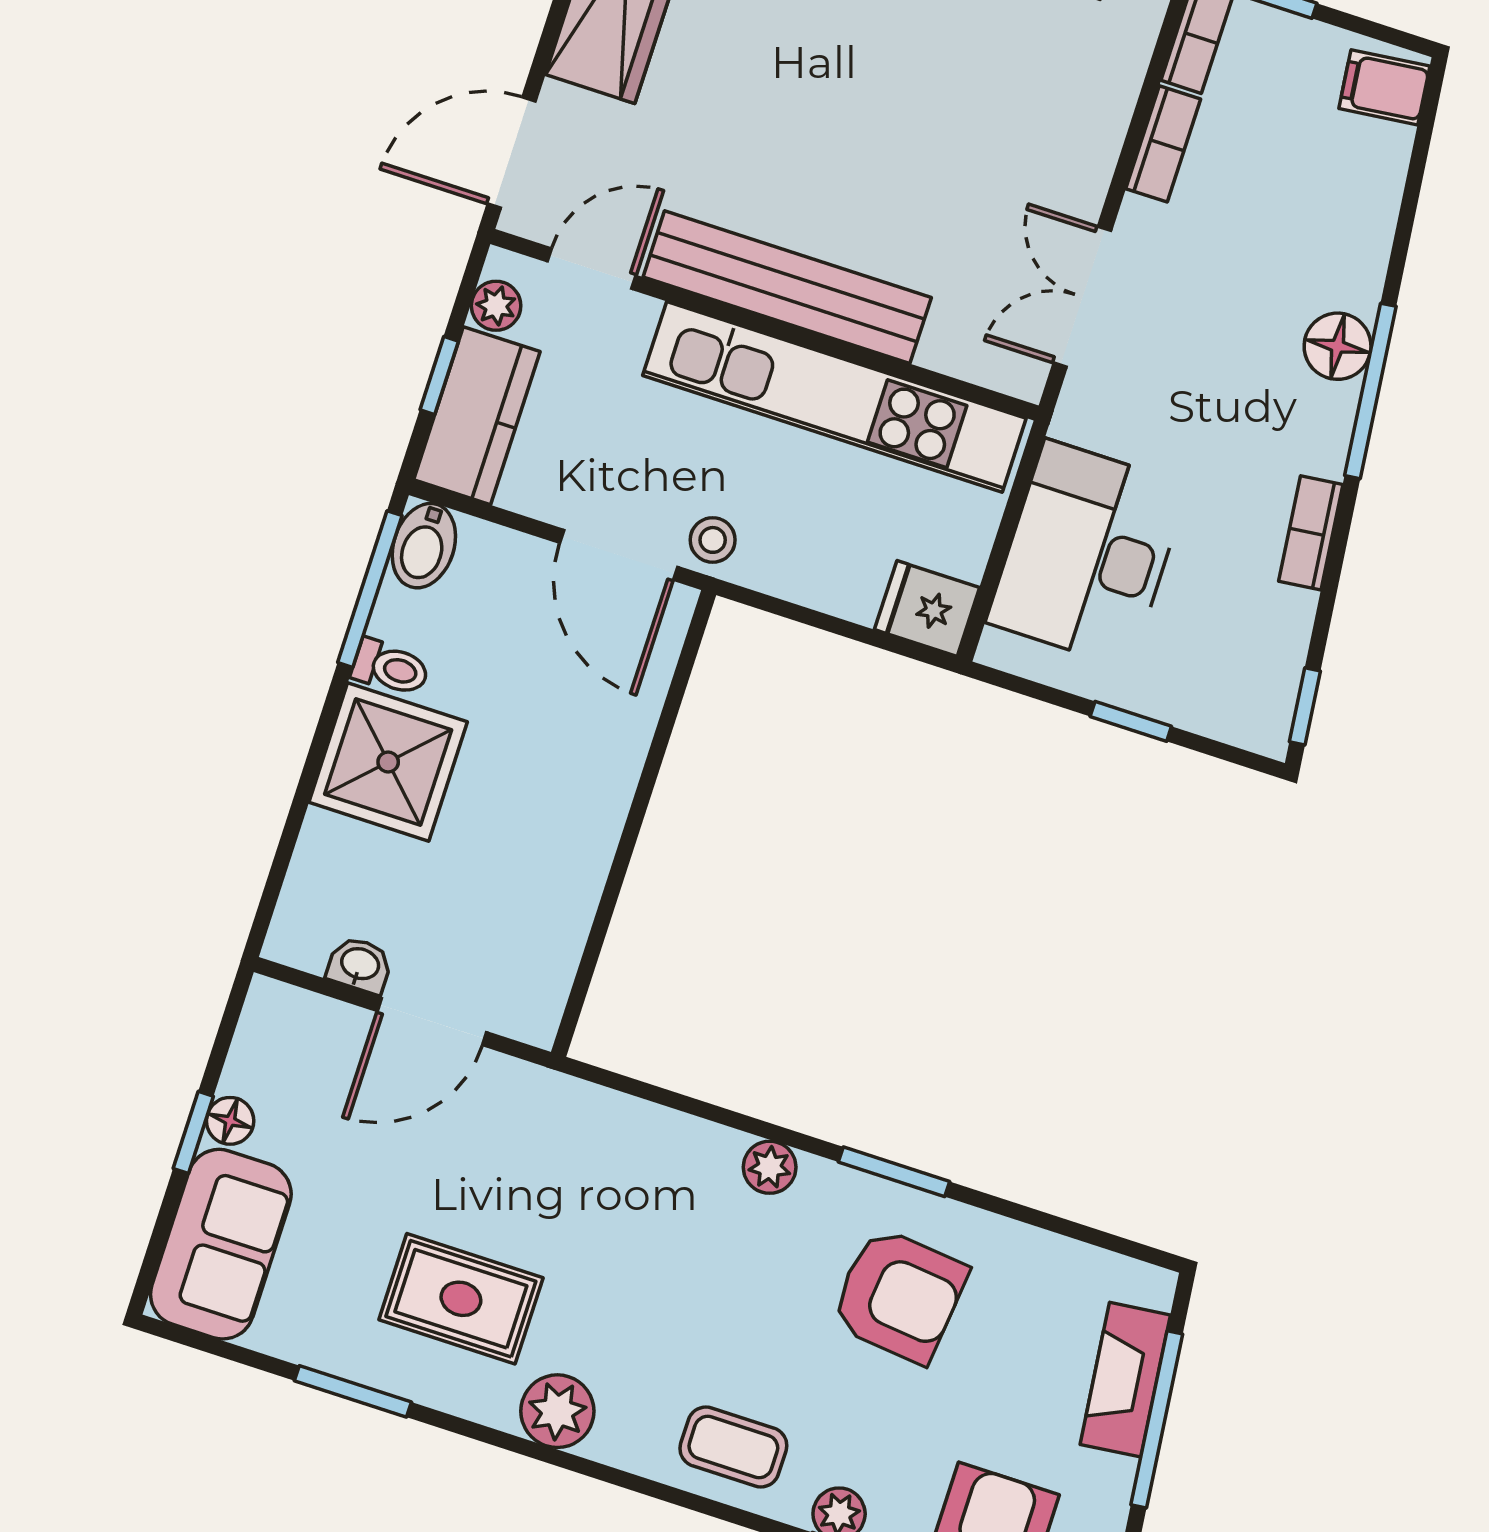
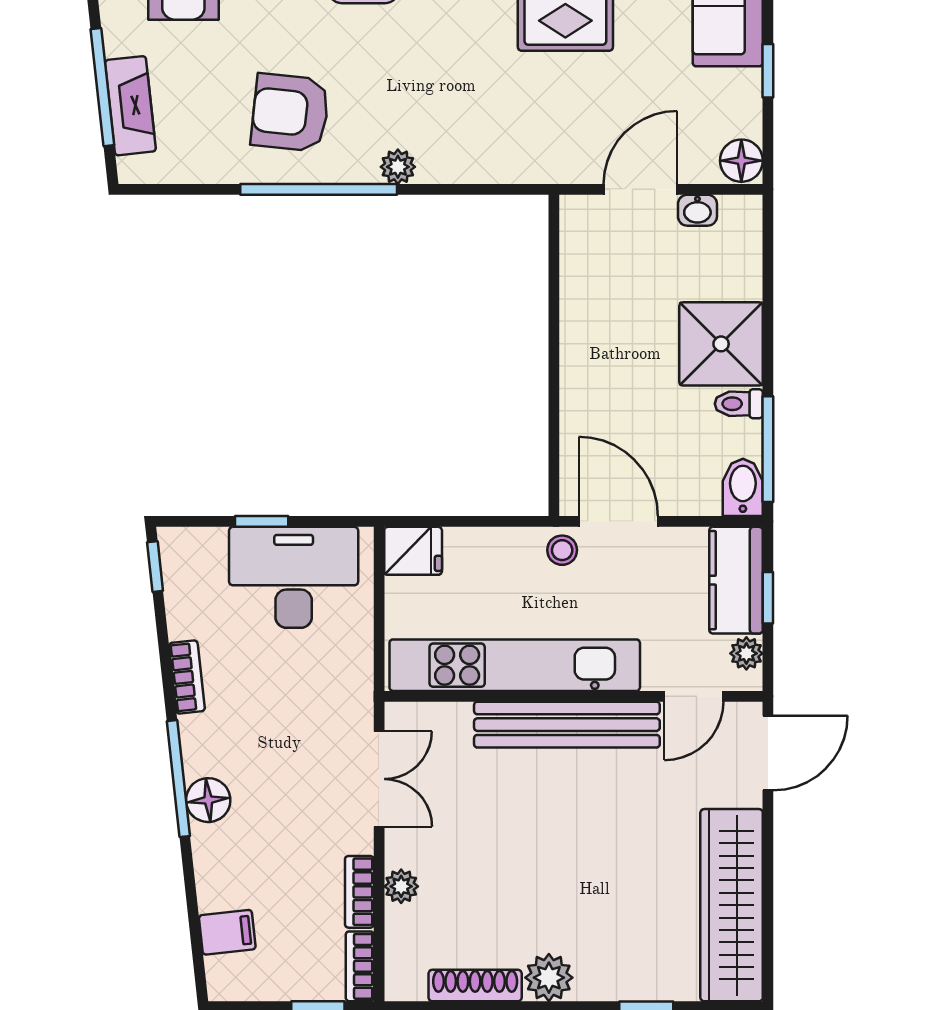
filing cabinet: (1384, 87) -> (227, 932), moved
plant: (1101, 132) -> (401, 886), added
desk: (1087, 554) -> (294, 577), moved, turned -90
floor lamp: (230, 1121) -> (741, 161), moved, width x1.37, depth x1.37
window: (894, 1172) -> (319, 189), width x2.11

